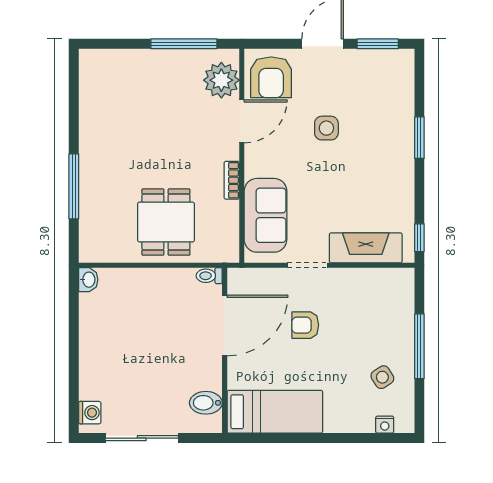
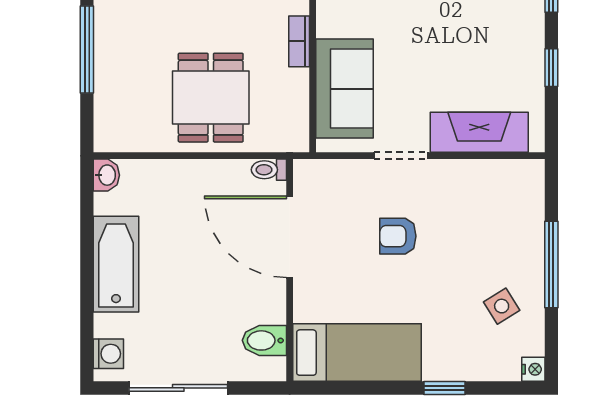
window: (419, 238) -> (551, 68), moved
door: (225, 326) -> (290, 237), swing flipped
bathtub: (95, 346) -> (116, 264), added
nightstand: (385, 425) -> (533, 369), moved, turned -90
window: (340, 438) -> (445, 388), added

